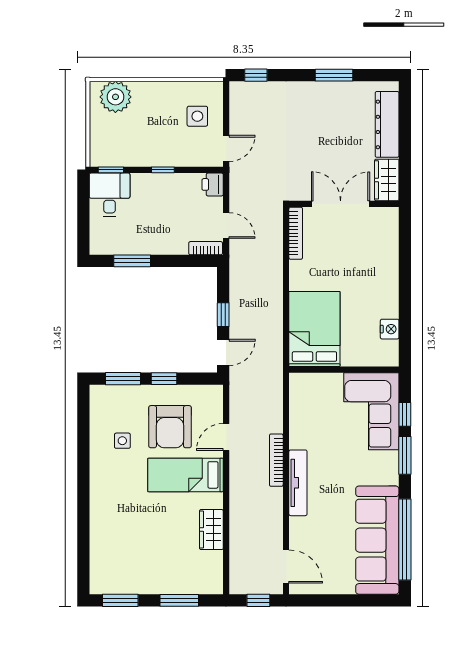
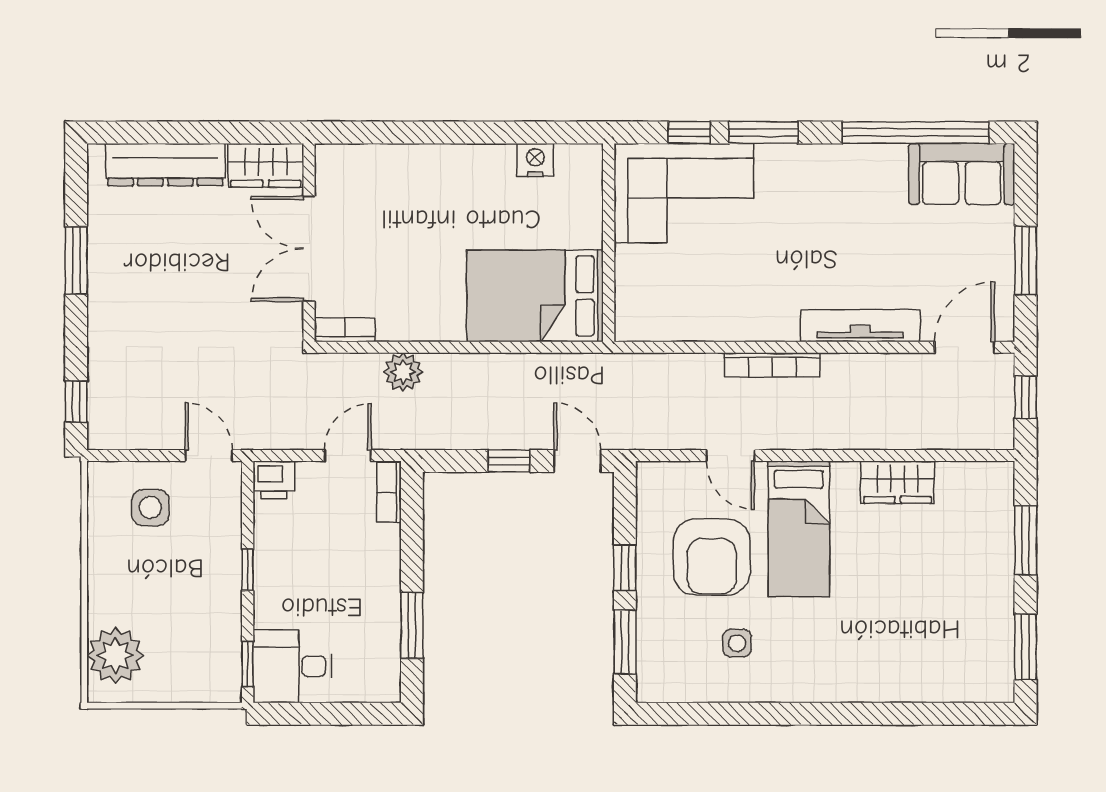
bookcase: (296, 233) -> (345, 330), width x0.64
plant: (272, 256) -> (403, 372), added
armchair: (170, 427) -> (712, 557), turned 90
tv unit: (298, 483) -> (860, 326), moved
sofa: (377, 540) -> (962, 174), width x0.54, depth x0.79
window: (334, 600) -> (1026, 261), added

